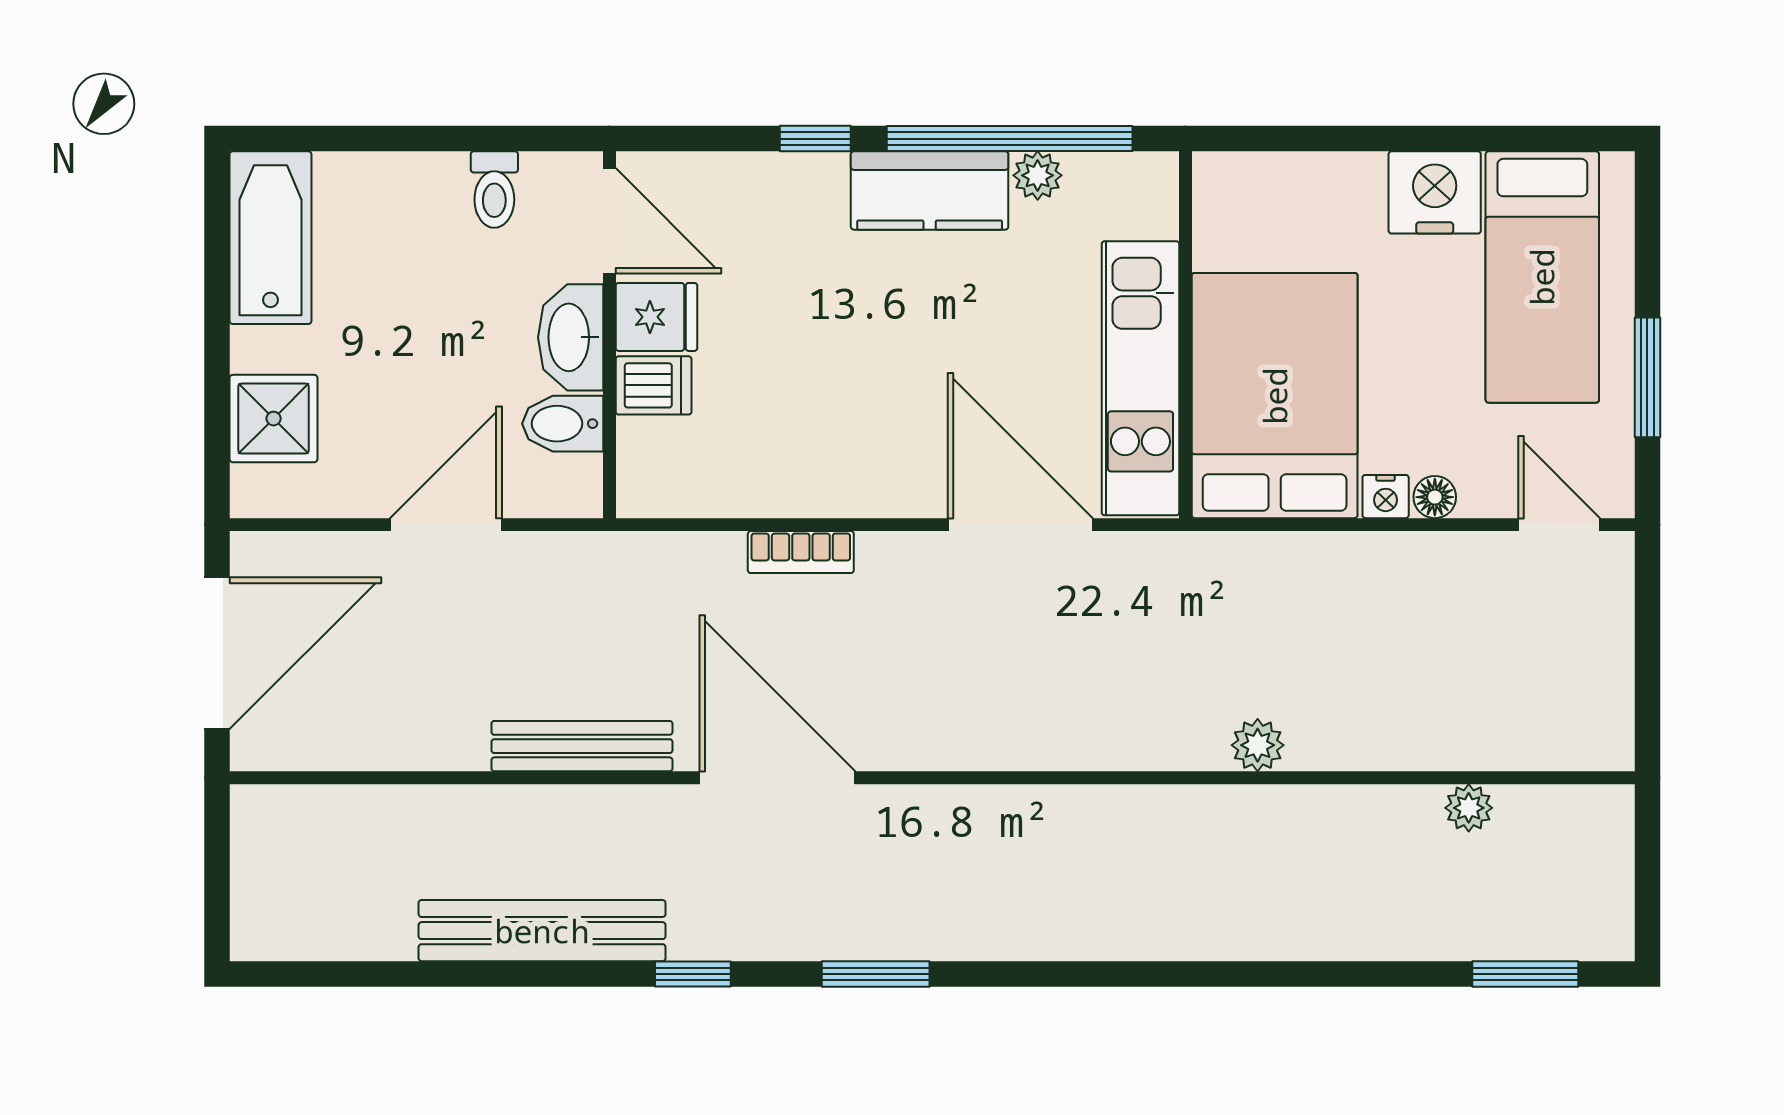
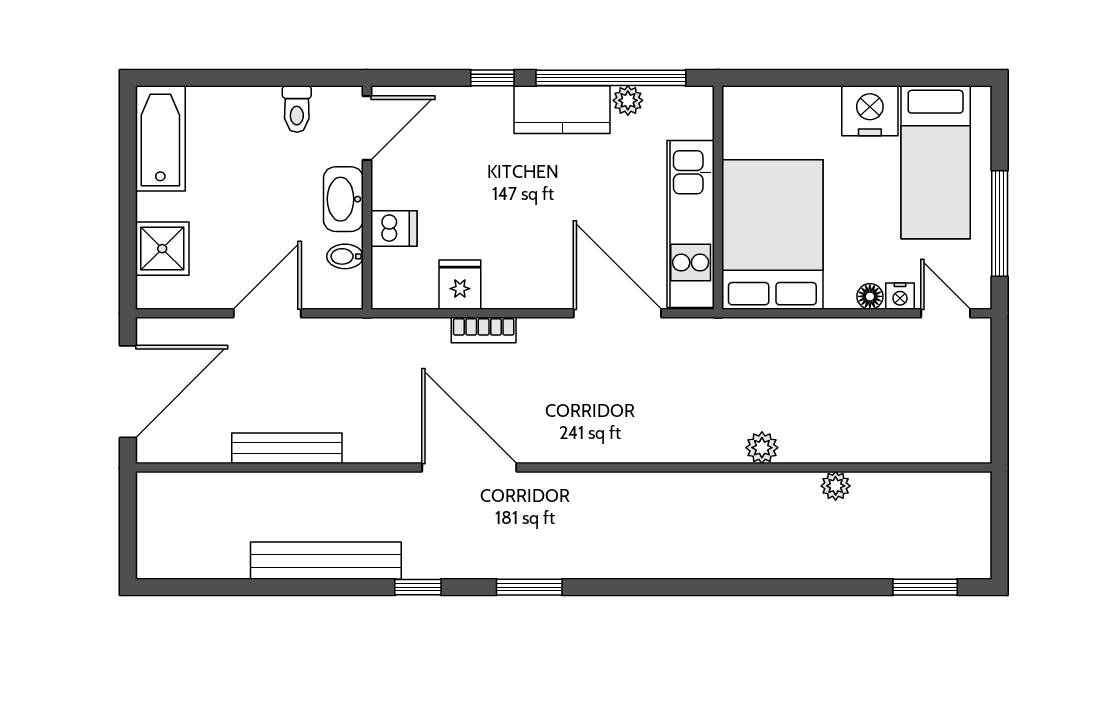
door: (609, 221) -> (367, 128), hinge flipped
fridge: (656, 317) -> (460, 285), moved, turned -90
window: (1647, 377) -> (1000, 223), width x1.44
bidet: (563, 424) -> (345, 256), width x0.72, depth x0.74
nightstand: (1386, 497) -> (900, 296), moved
bench: (582, 746) -> (287, 448), moved
plant: (1469, 808) -> (836, 486), moved

